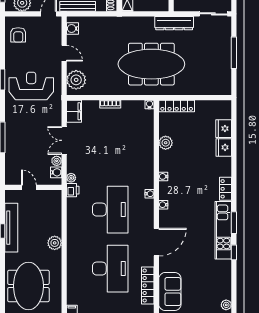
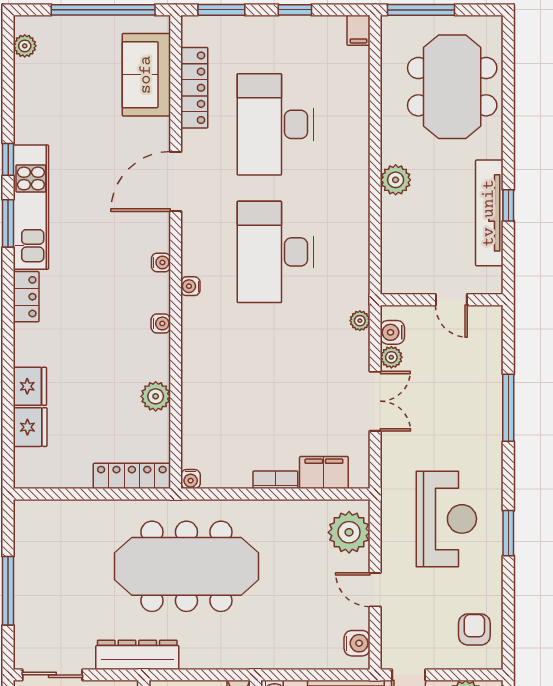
reception desk: (31, 86) -> (446, 519), turned -90
filing cabinet: (74, 111) -> (324, 473), moved, turned 90
printer: (73, 190) -> (357, 294), removed

